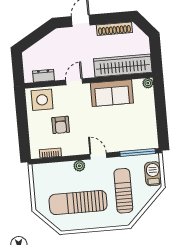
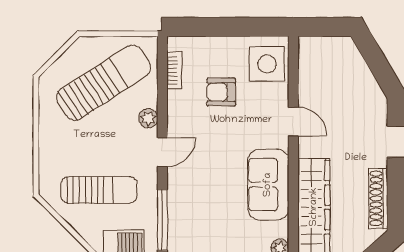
dresser: (43, 76) -> (308, 70), removed
sun lounger: (78, 203) -> (104, 83), moved, turned 57

